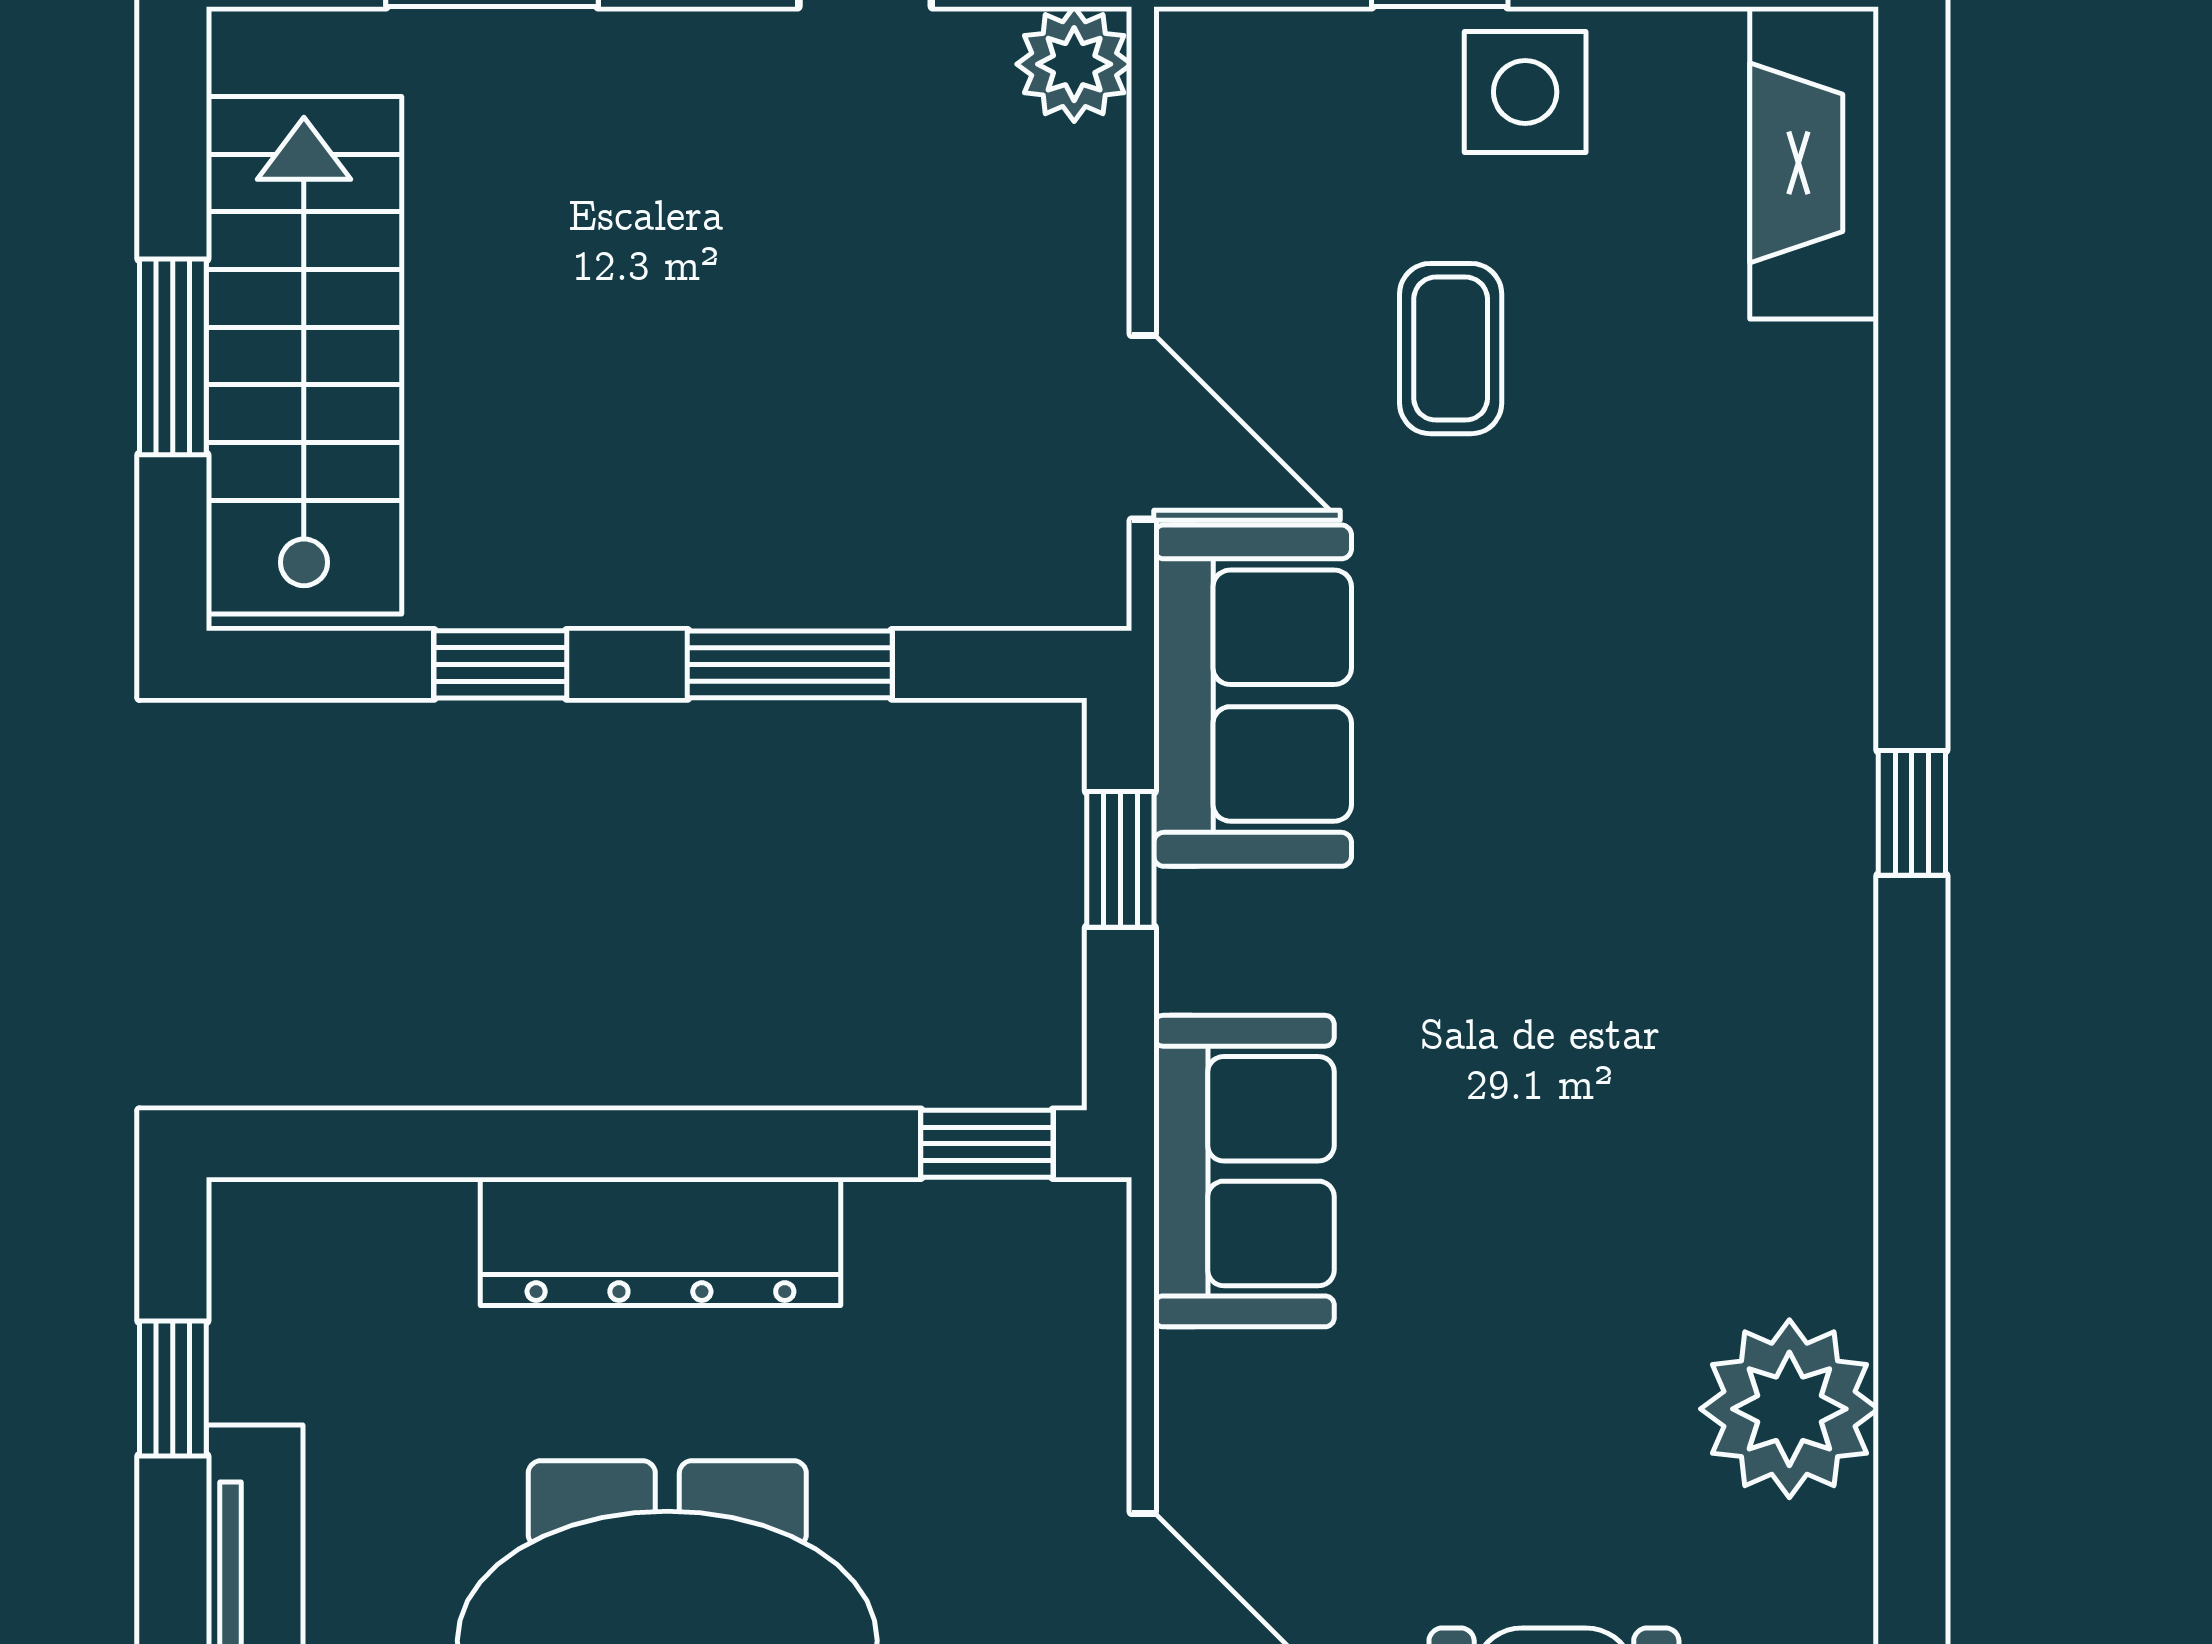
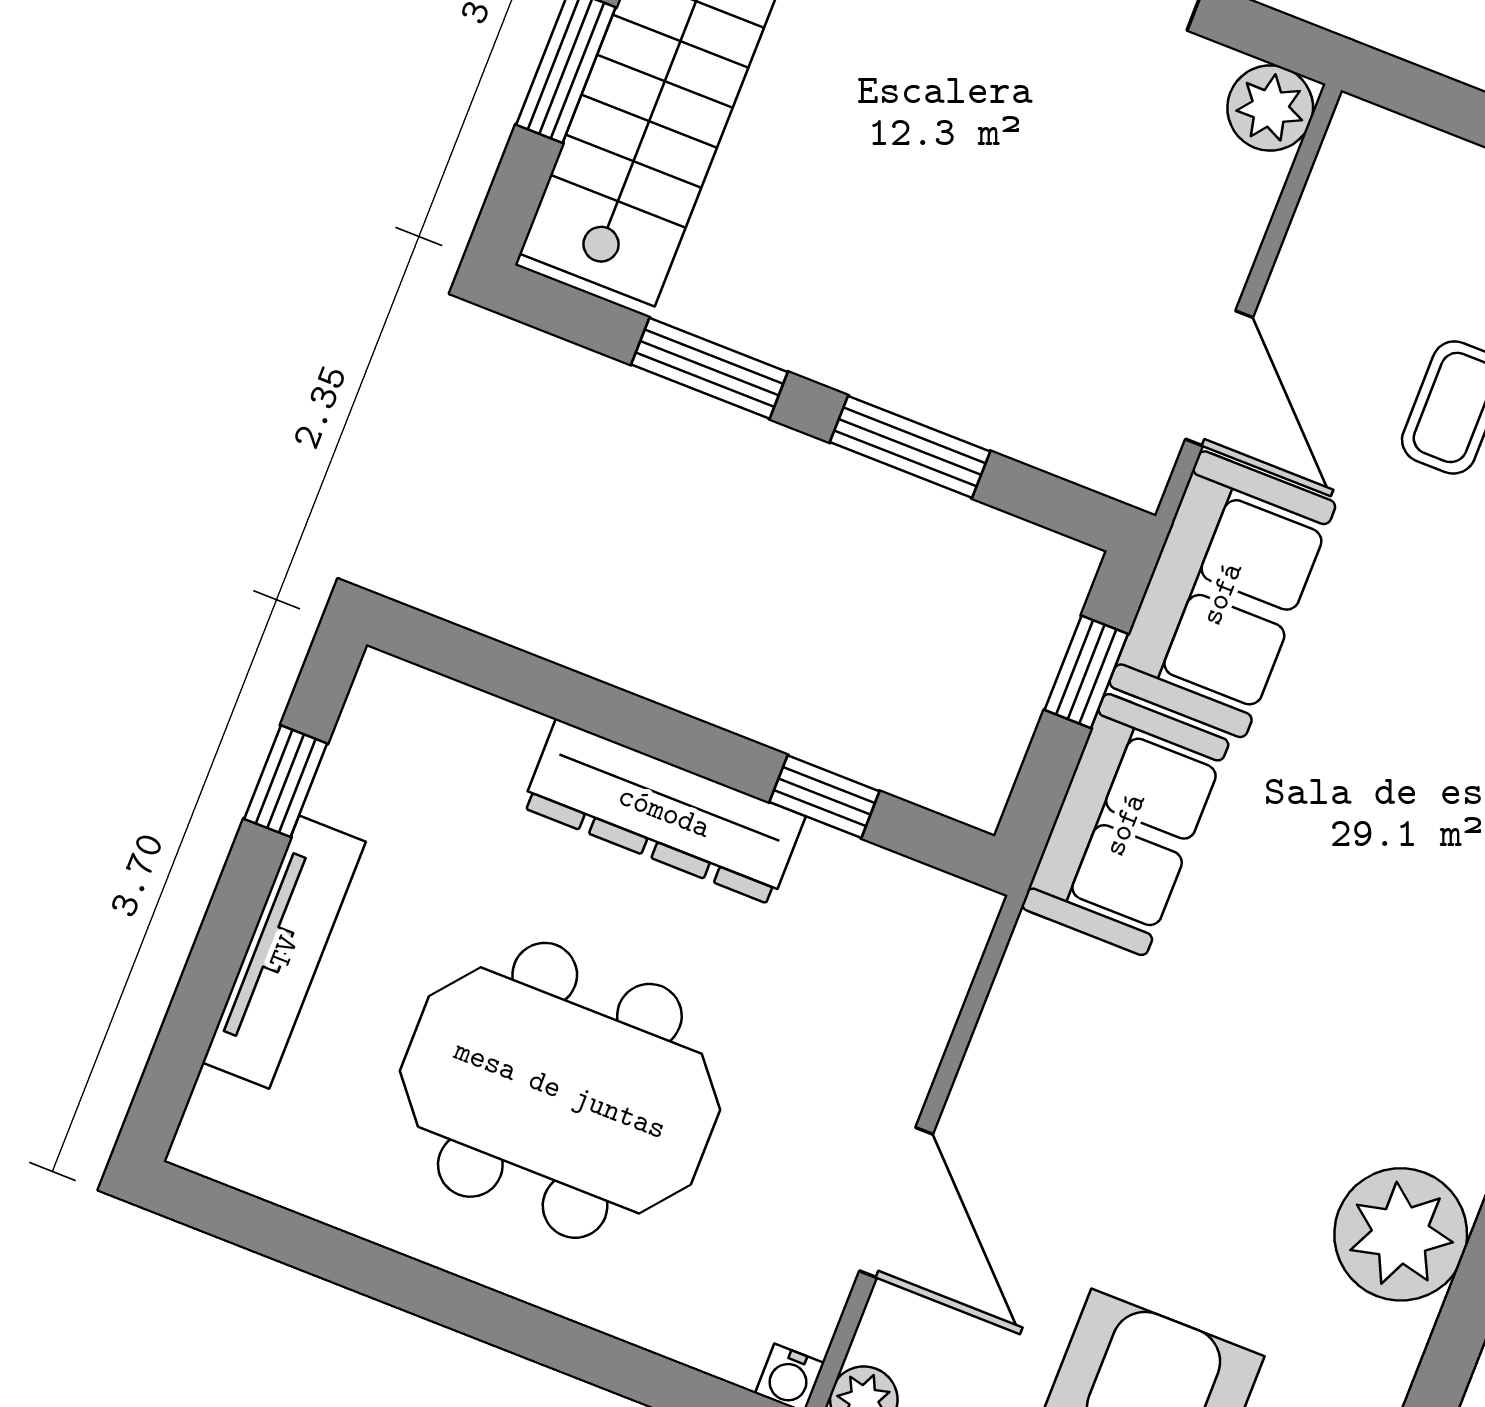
window: (500, 664) -> (709, 368), width x1.50
window: (987, 1144) -> (824, 797), moved
sofa: (1244, 1171) -> (1125, 825), moved

